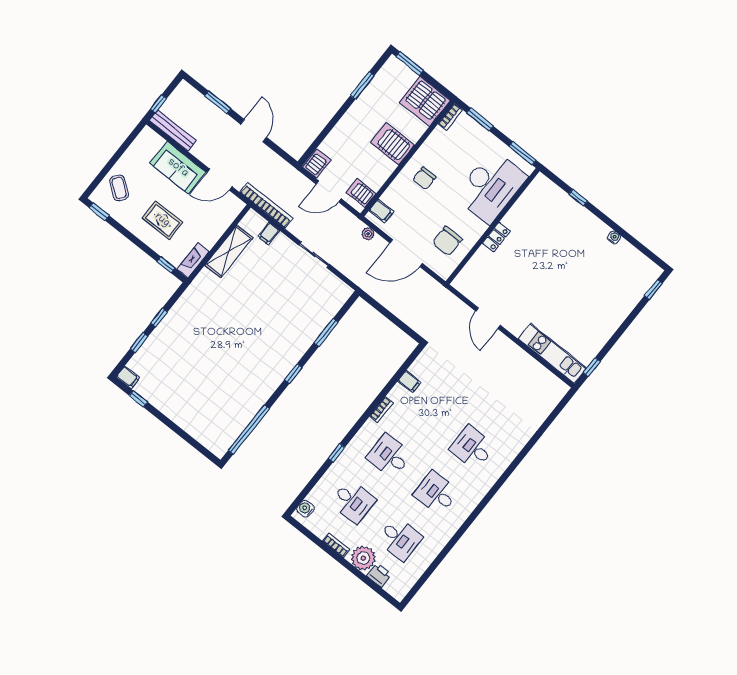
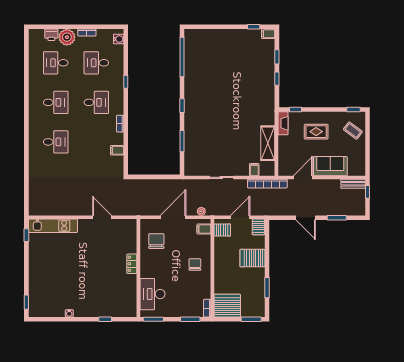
bench: (173, 130) -> (353, 184), width x0.73
server rack: (392, 144) -> (252, 258), moved, turned 180
desk: (491, 186) -> (152, 294), width x0.73, depth x0.77

